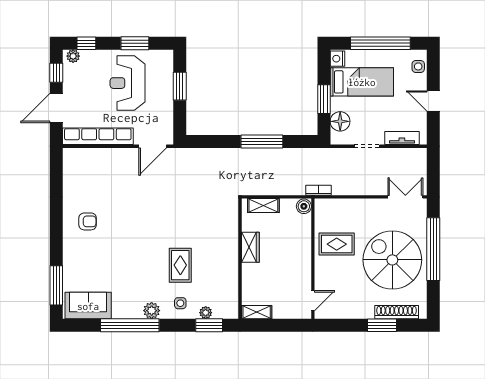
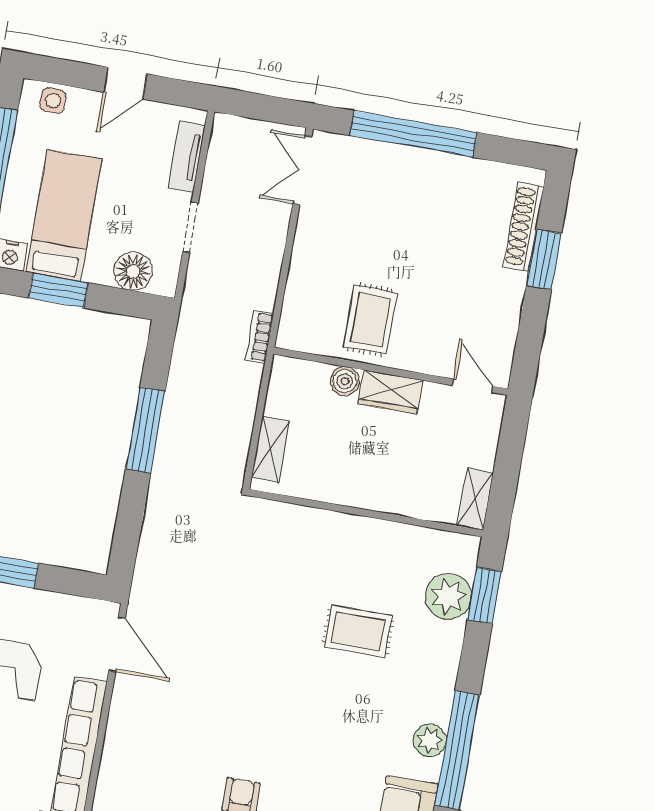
window: (324, 99) -> (58, 290), moved
boiler: (304, 206) -> (345, 381), moved
wardrobe: (250, 247) -> (390, 392), moved, turned 180
spiral stairs: (392, 260) -> (421, 217), removed
side table: (180, 303) -> (432, 644), removed
plant: (152, 311) -> (430, 740), moved
plant: (206, 313) -> (448, 596), width x1.87, depth x1.87

